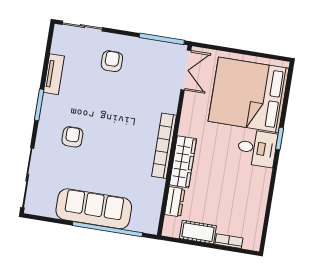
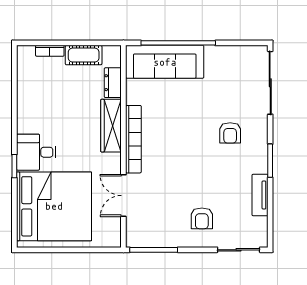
double door: (186, 70) -> (123, 196), moved
sofa: (94, 209) -> (165, 62), moved

